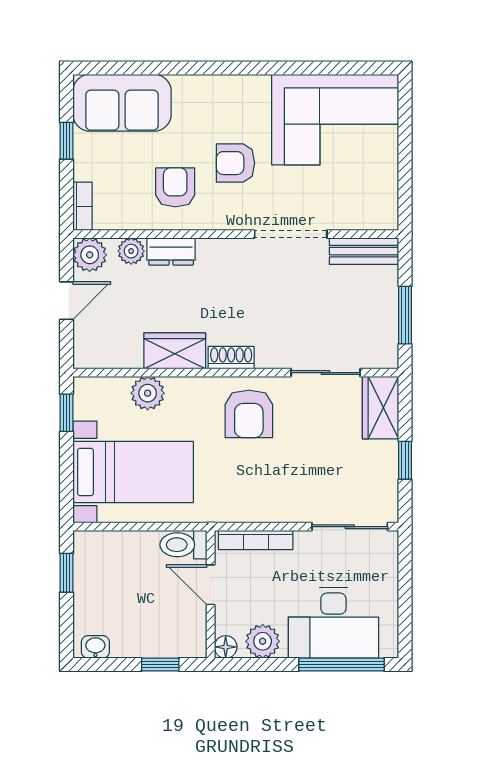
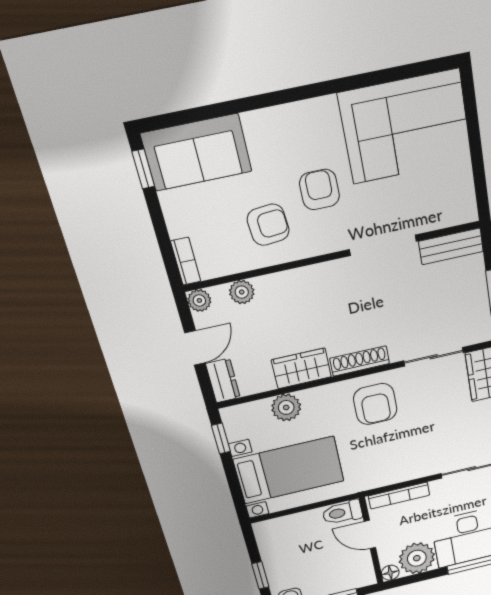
window: (66, 141) -> (143, 169), moved
armchair: (235, 163) -> (320, 190), turned 90
armchair: (175, 187) -> (268, 225), turned 85
dresser: (171, 251) -> (223, 381), moved, turned -90
plant: (90, 255) -> (199, 300), width x0.73, depth x0.73
shoe rack: (231, 358) -> (360, 361), width x1.43
window: (66, 573) -> (260, 575), moved
plant: (263, 641) -> (417, 558), width x1.36, depth x1.36

